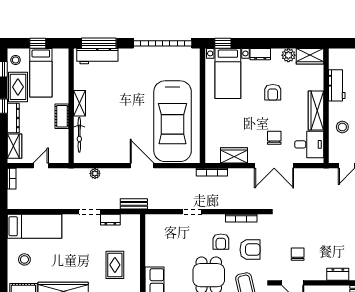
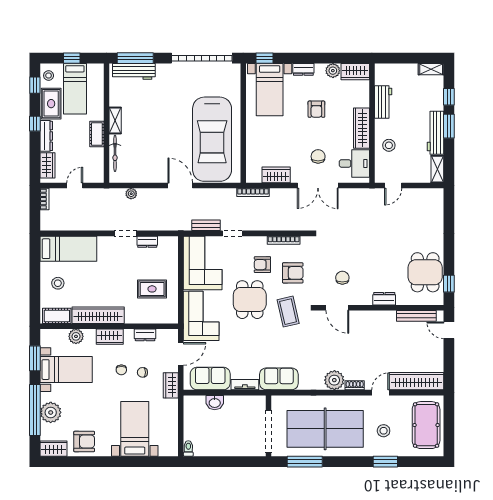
bench: (134, 204) -> (206, 225), moved
corner sofa: (164, 240) -> (203, 263), added
armchair: (221, 242) -> (262, 265), turned 90
rug: (115, 265) -> (152, 289), turned 90

